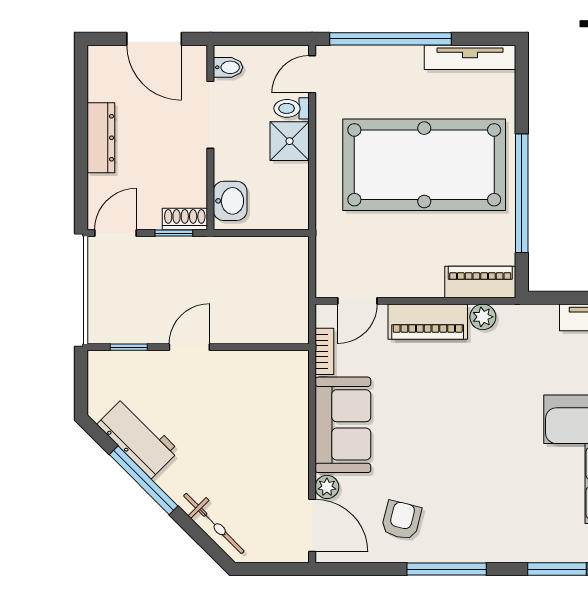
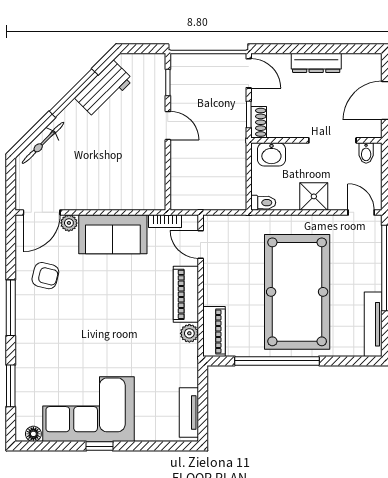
toilet: (292, 108) -> (263, 203), moved, turned 90

